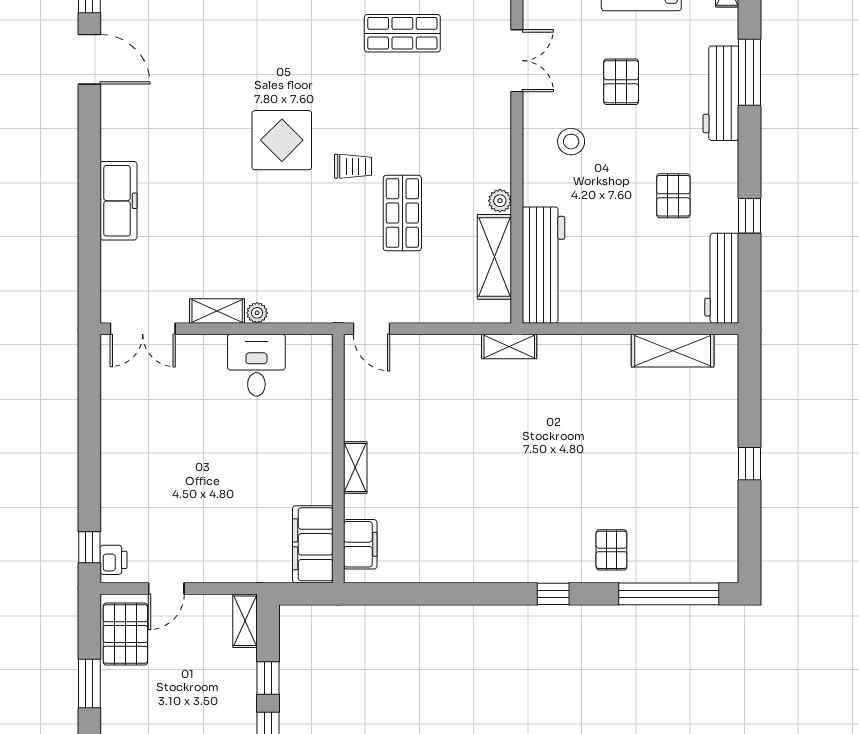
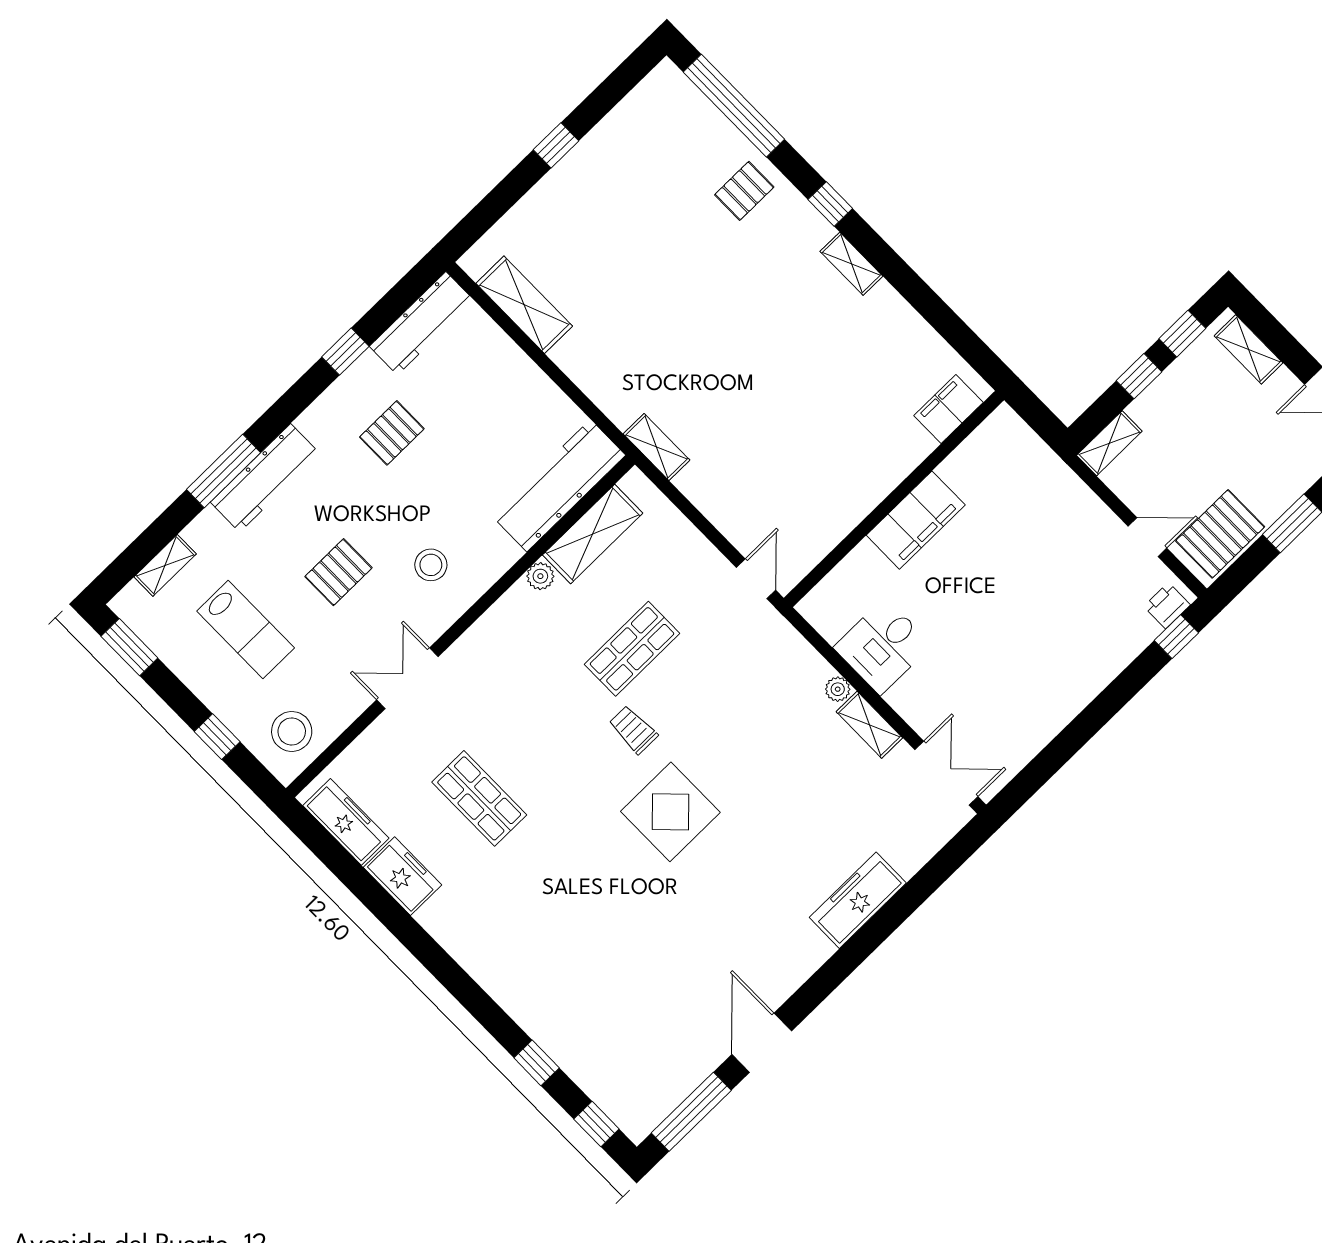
shelving: (355, 468) -> (851, 264), moved, turned 90
filing cabinet: (313, 544) -> (916, 520), moved

